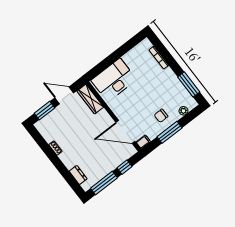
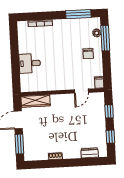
desk: (114, 80) -> (30, 63), width x0.53, depth x0.77
door: (125, 132) -> (81, 91), width x0.53
window: (170, 132) -> (105, 38), moved
window: (104, 183) -> (110, 137), width x0.46

